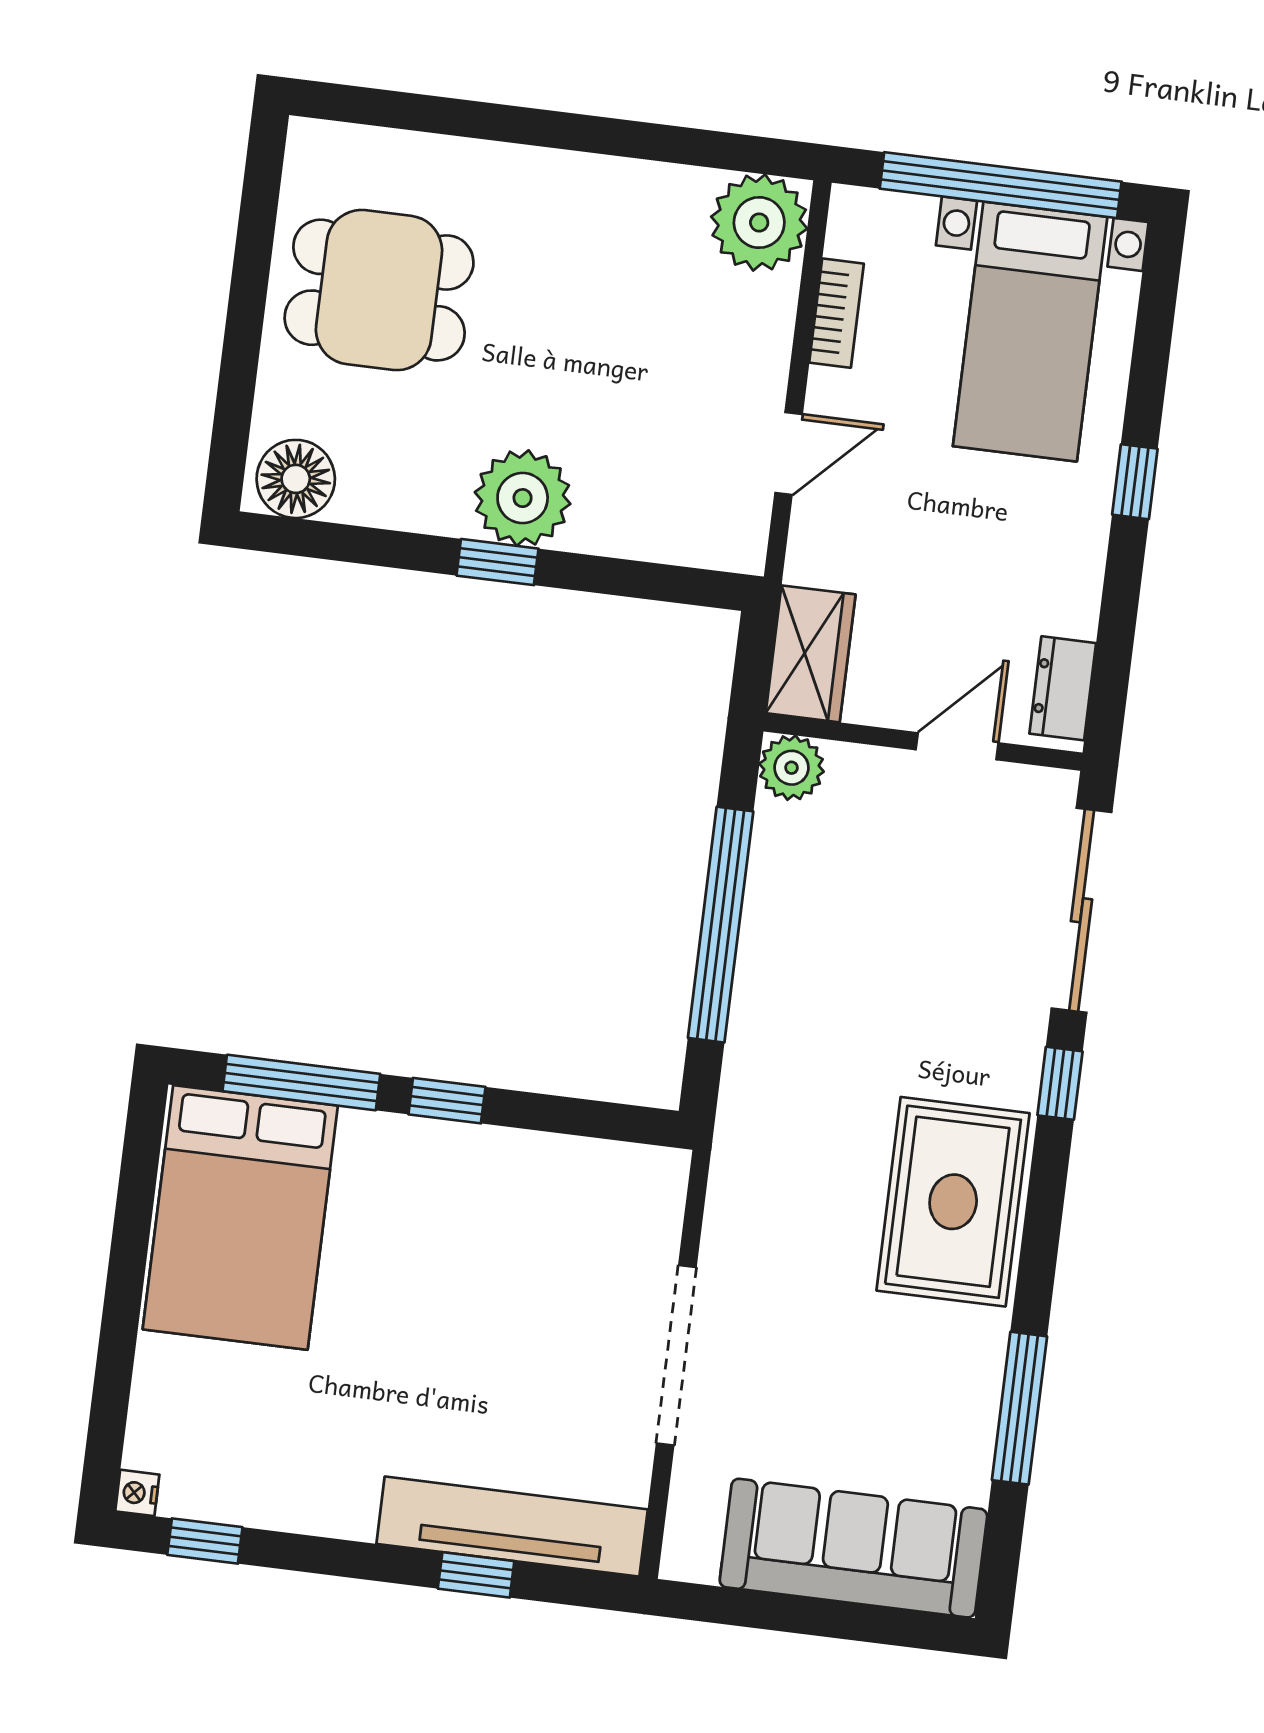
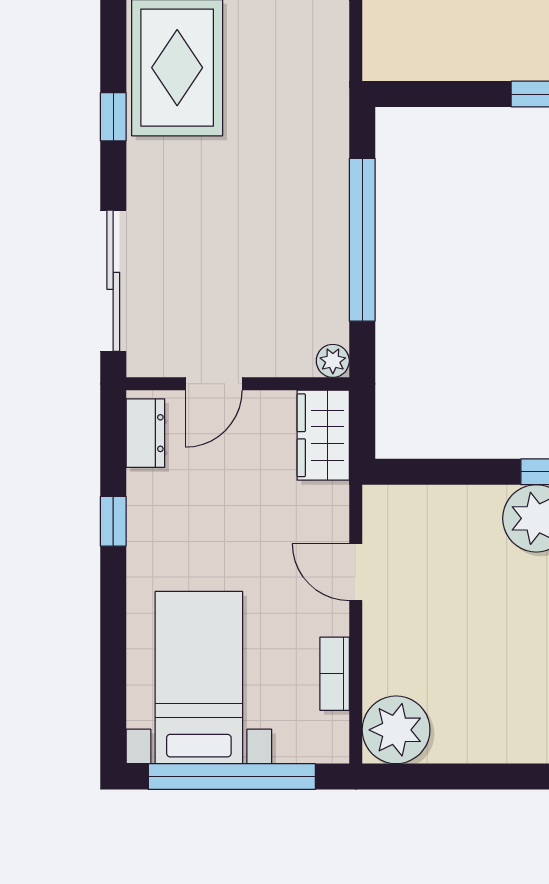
door: (789, 454) -> (356, 572), hinge flipped
window: (1135, 482) -> (113, 521), moved
plant: (791, 768) -> (333, 361), width x0.73, depth x0.73
window: (1060, 1083) -> (113, 117), moved

